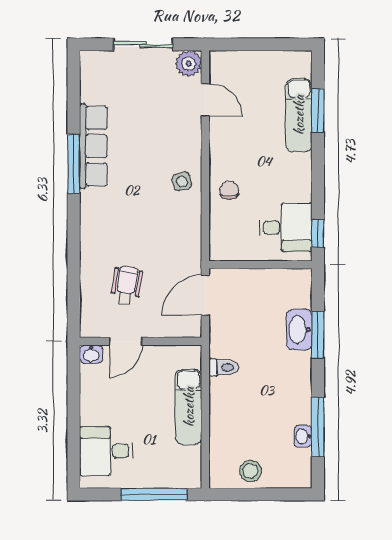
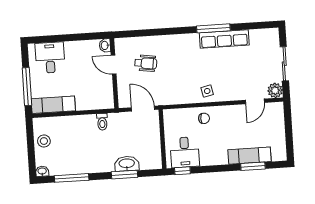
exam couch: (189, 407) -> (53, 105), moved
washbasin: (303, 436) -> (42, 171), moved

